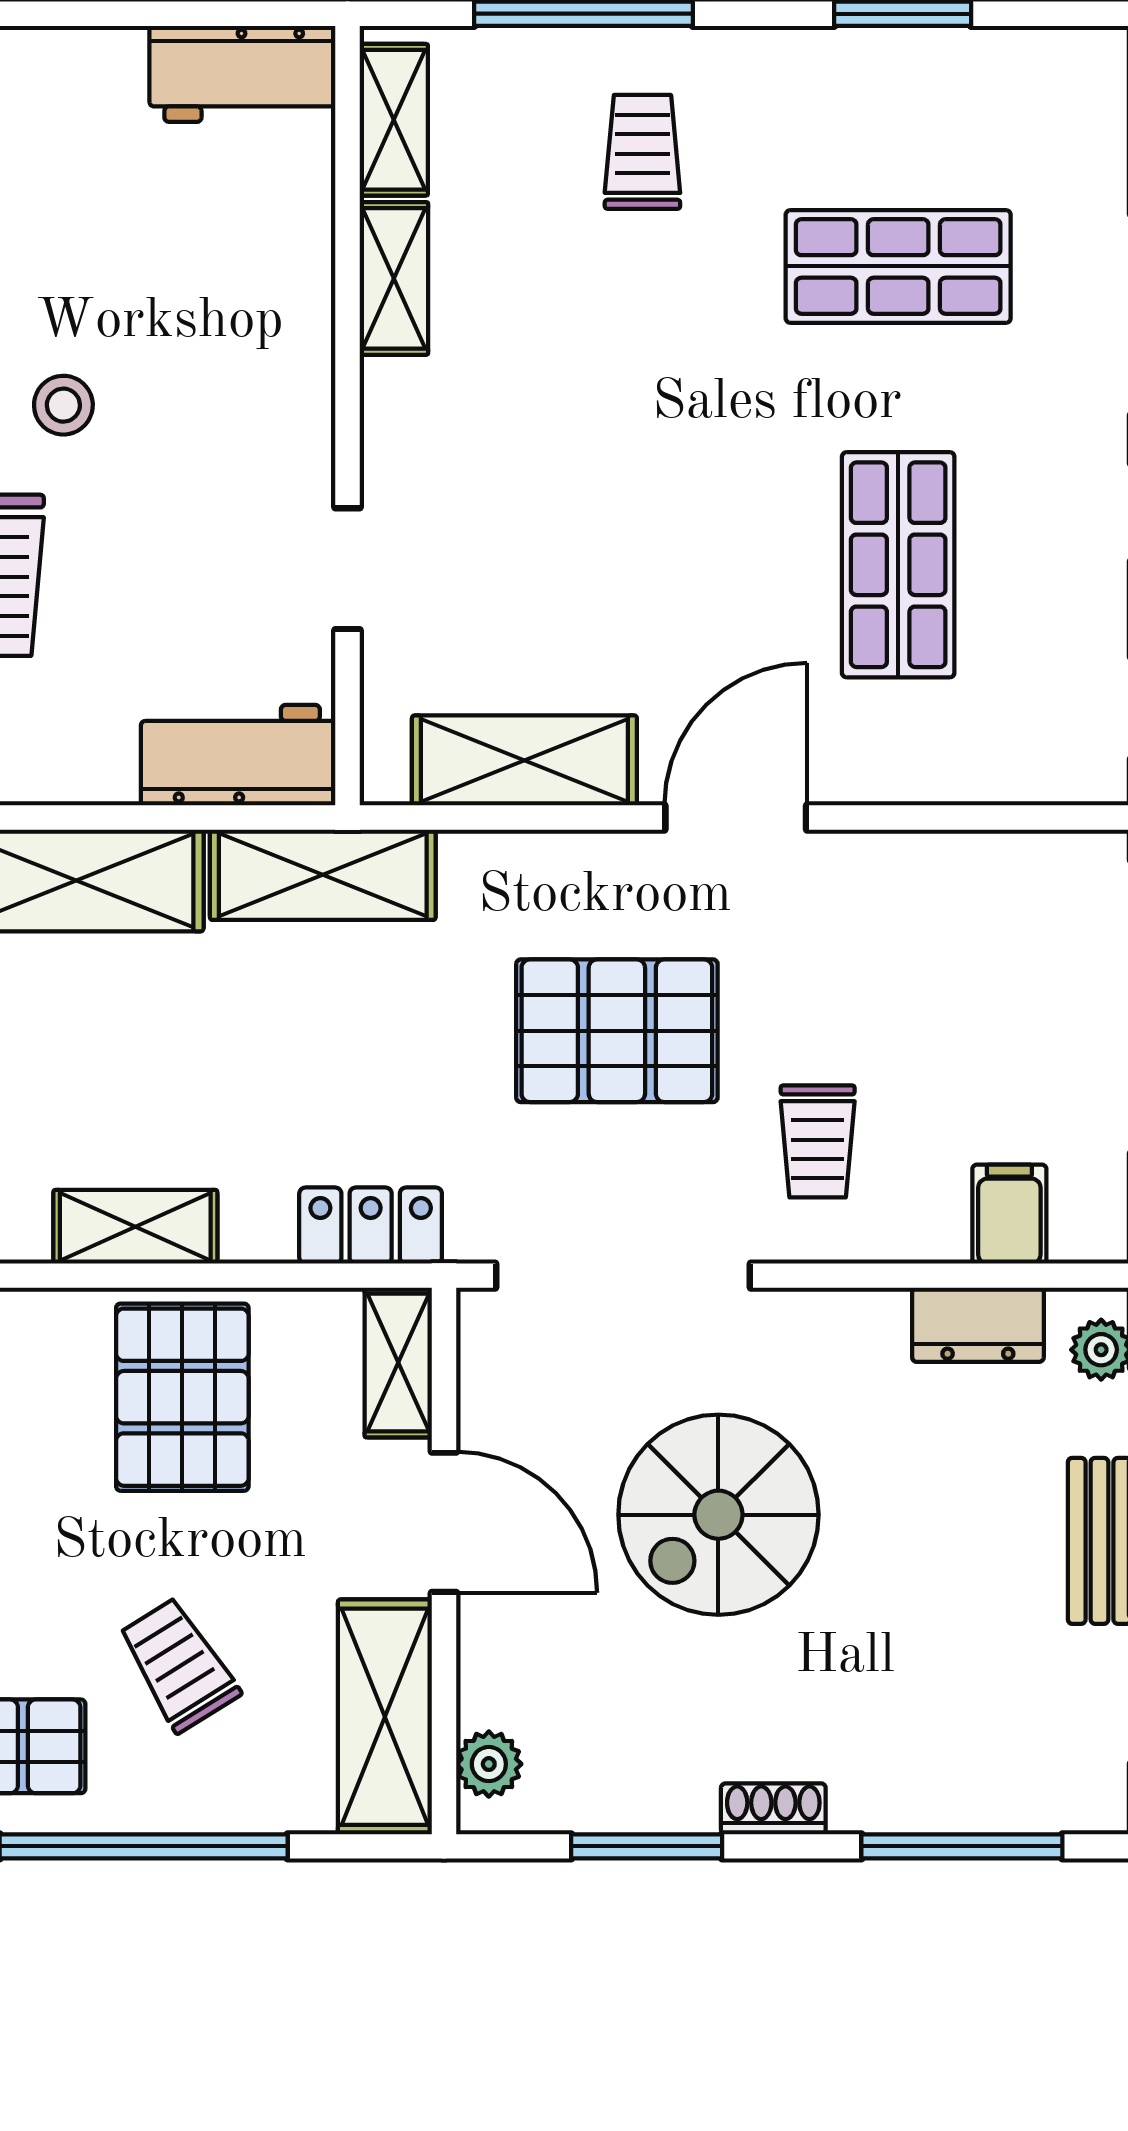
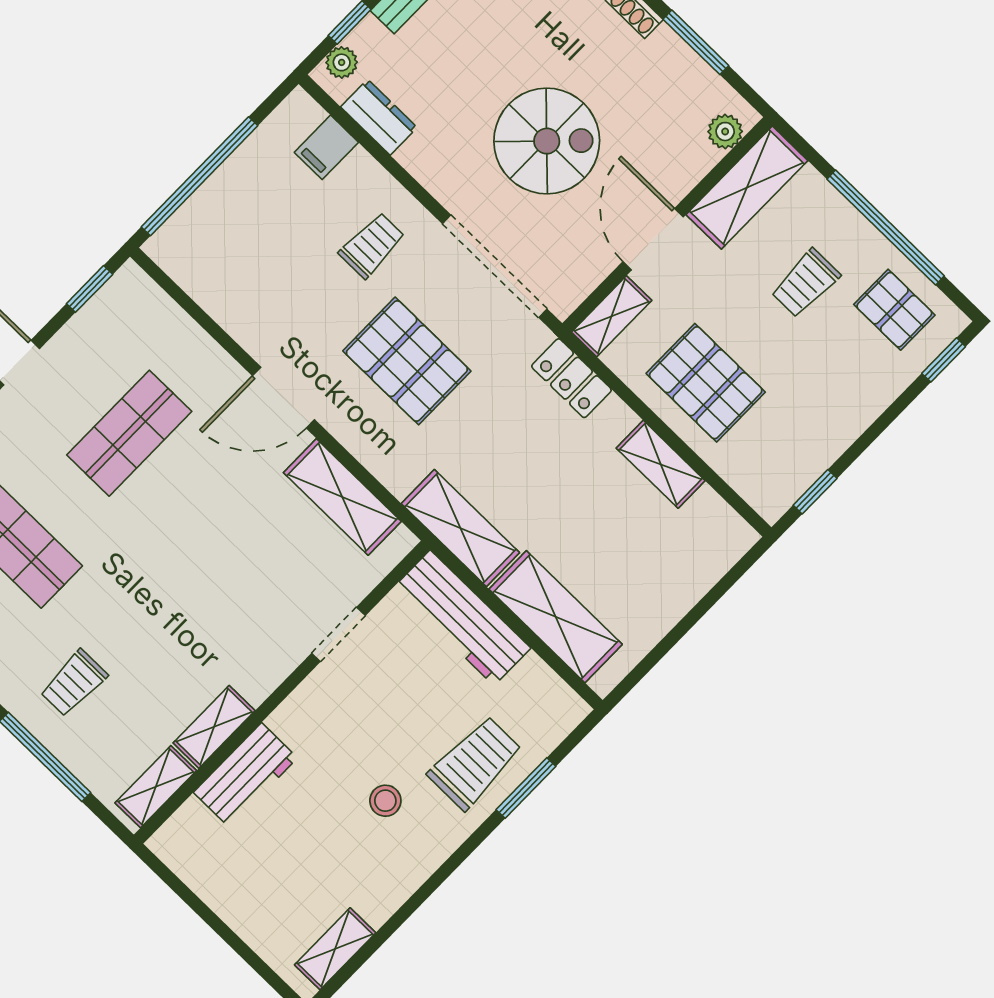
workbench: (242, 74) -> (245, 775), moved, turned 90
workbench: (238, 755) -> (462, 618), width x1.37
pallet: (182, 1397) -> (706, 383), turned 90
trolley: (179, 1665) -> (806, 283), turned 32

